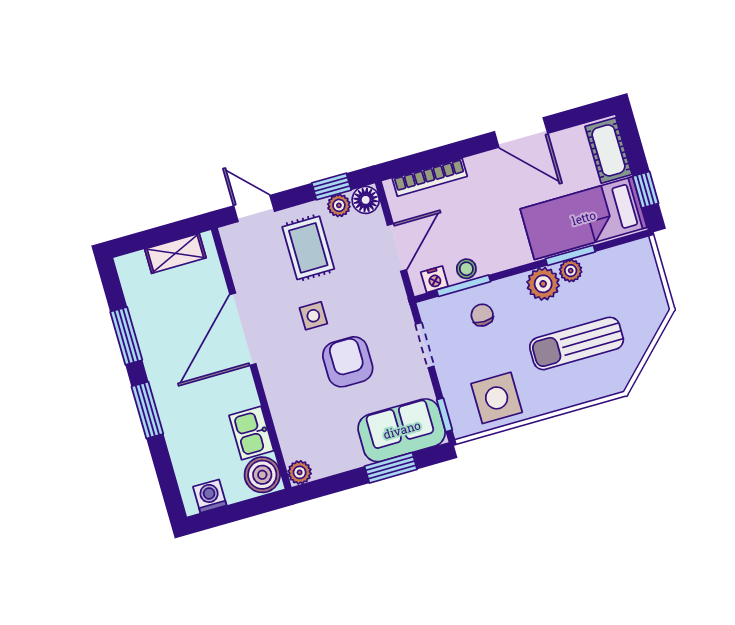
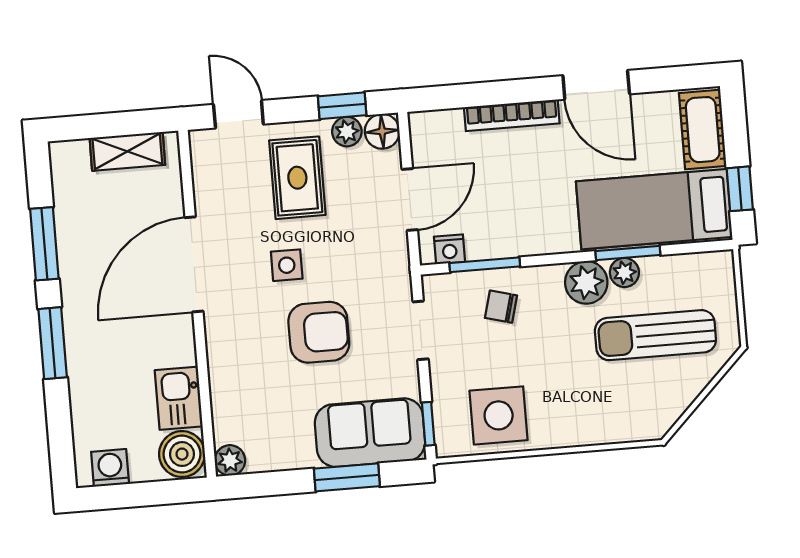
bookcase: (430, 177) -> (512, 115), moved
stool: (466, 269) -> (493, 244), removed
chair: (482, 315) -> (501, 307), turned -75
sun lounger: (577, 343) -> (655, 335), moved
armchair: (348, 362) -> (319, 332), turned 90

